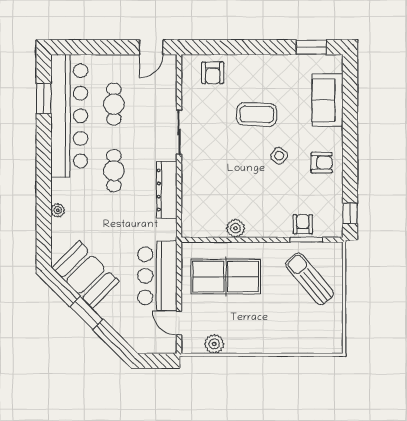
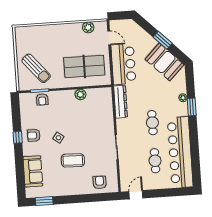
window: (44, 98) -> (192, 107), moved
dresser: (167, 190) -> (121, 102), moved
window: (350, 213) -> (18, 137), moved

